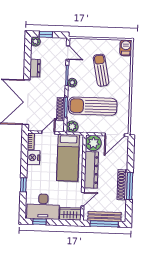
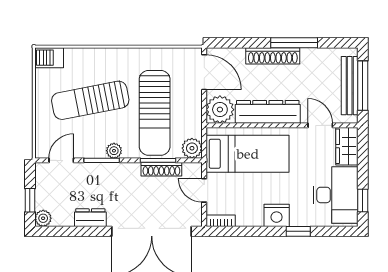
sun lounger: (101, 70) -> (90, 100), width x1.36, depth x1.34
nightstand: (33, 158) -> (277, 215), moved
shoe rack: (122, 185) -> (273, 56), moved

